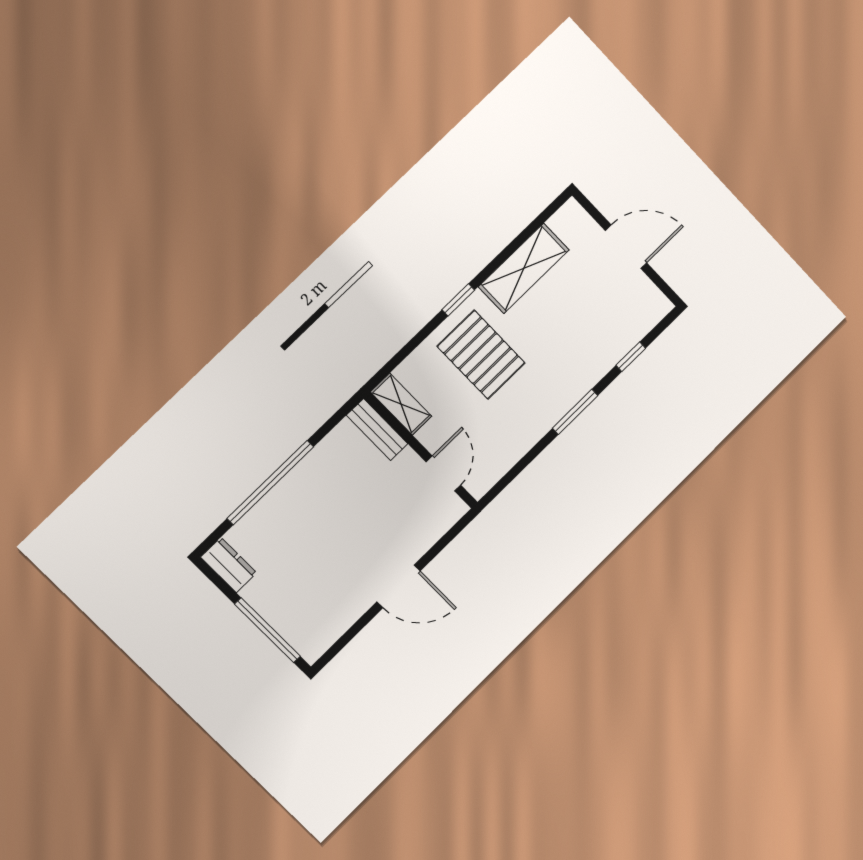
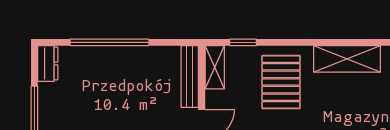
window: (458, 300) -> (243, 42), moved
bench: (377, 429) -> (190, 77), width x1.36

